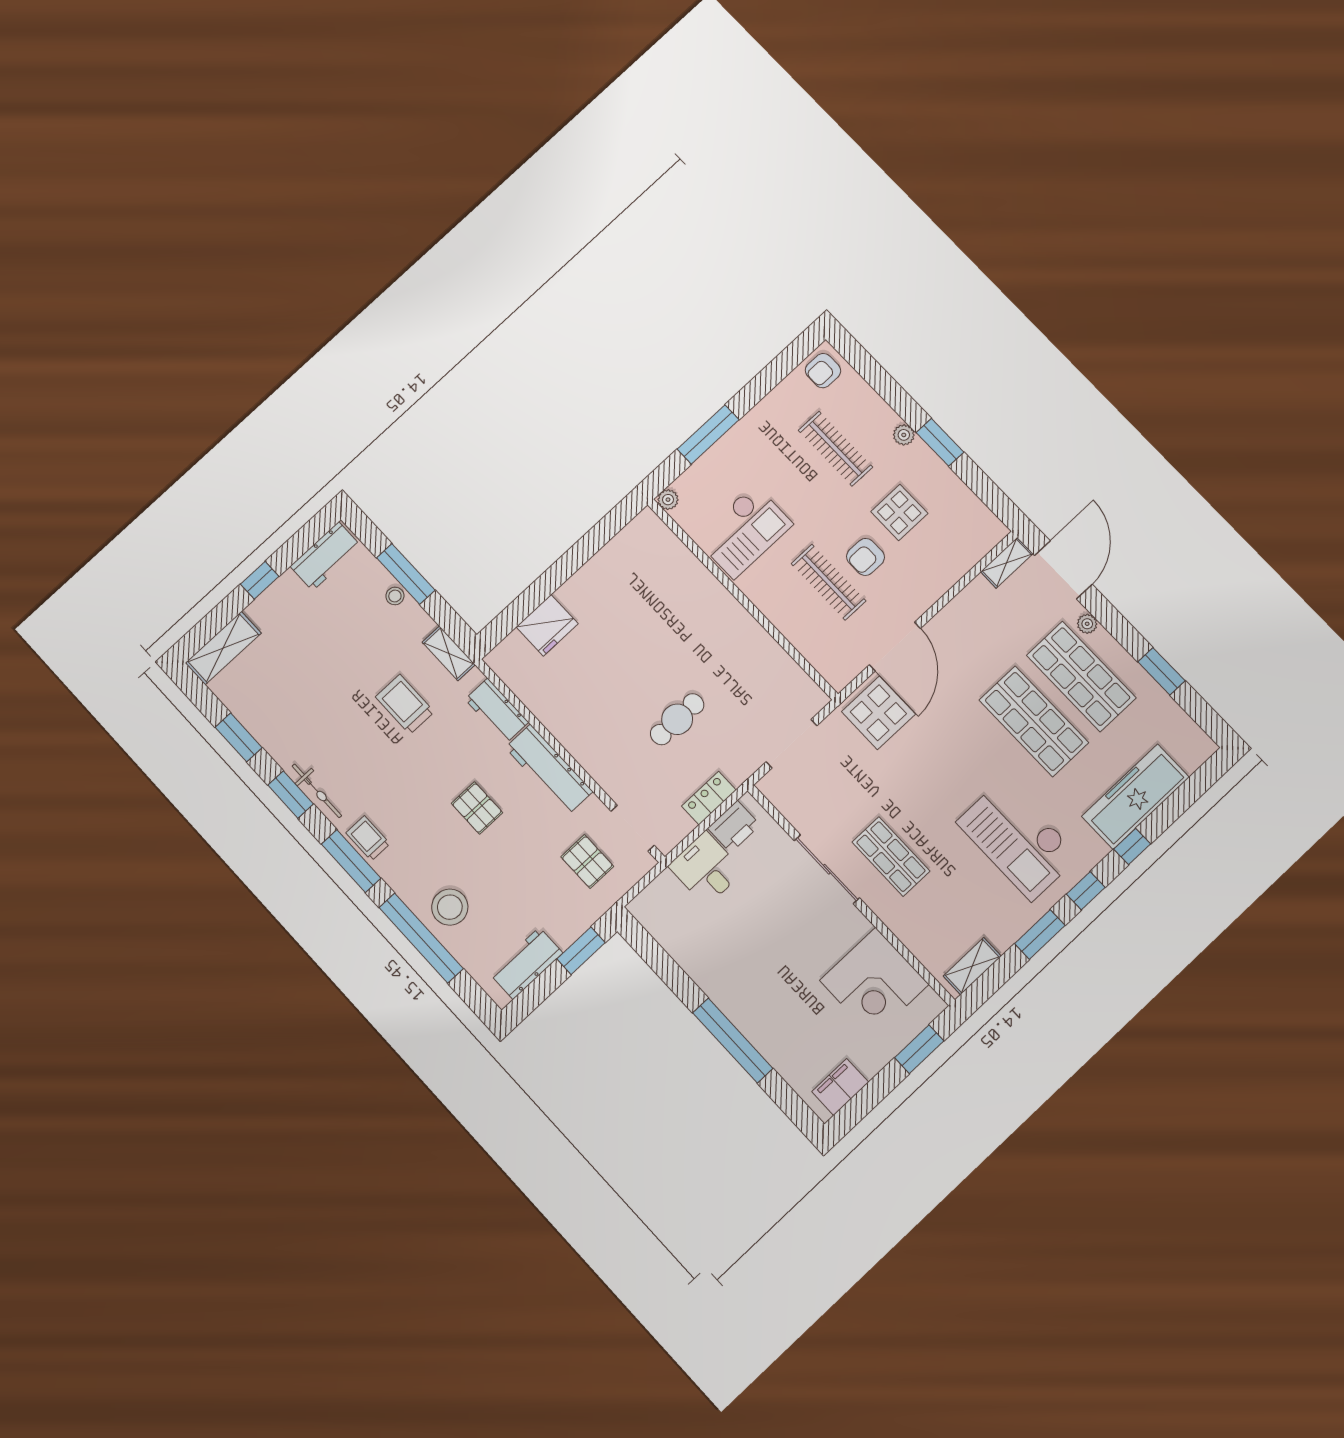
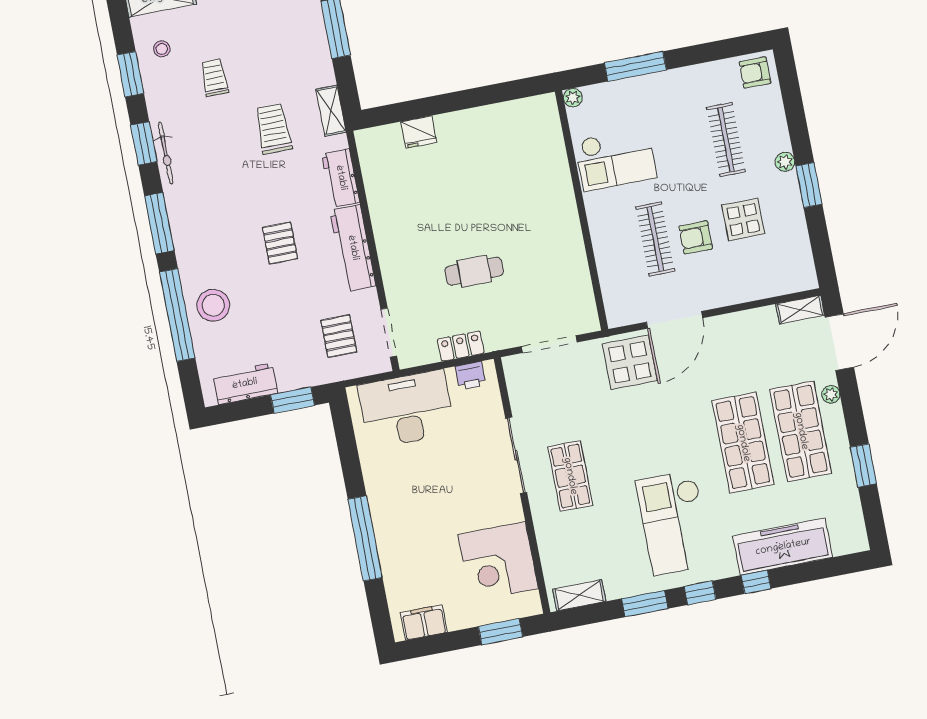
stool: (395, 596) -> (162, 49), moved
fridge: (547, 625) -> (419, 132), width x0.73, depth x0.75
printer: (734, 827) -> (470, 376), width x0.73, depth x0.81
trolley: (368, 838) -> (214, 78), moved
desk: (706, 869) -> (406, 409), width x1.87, depth x1.30

